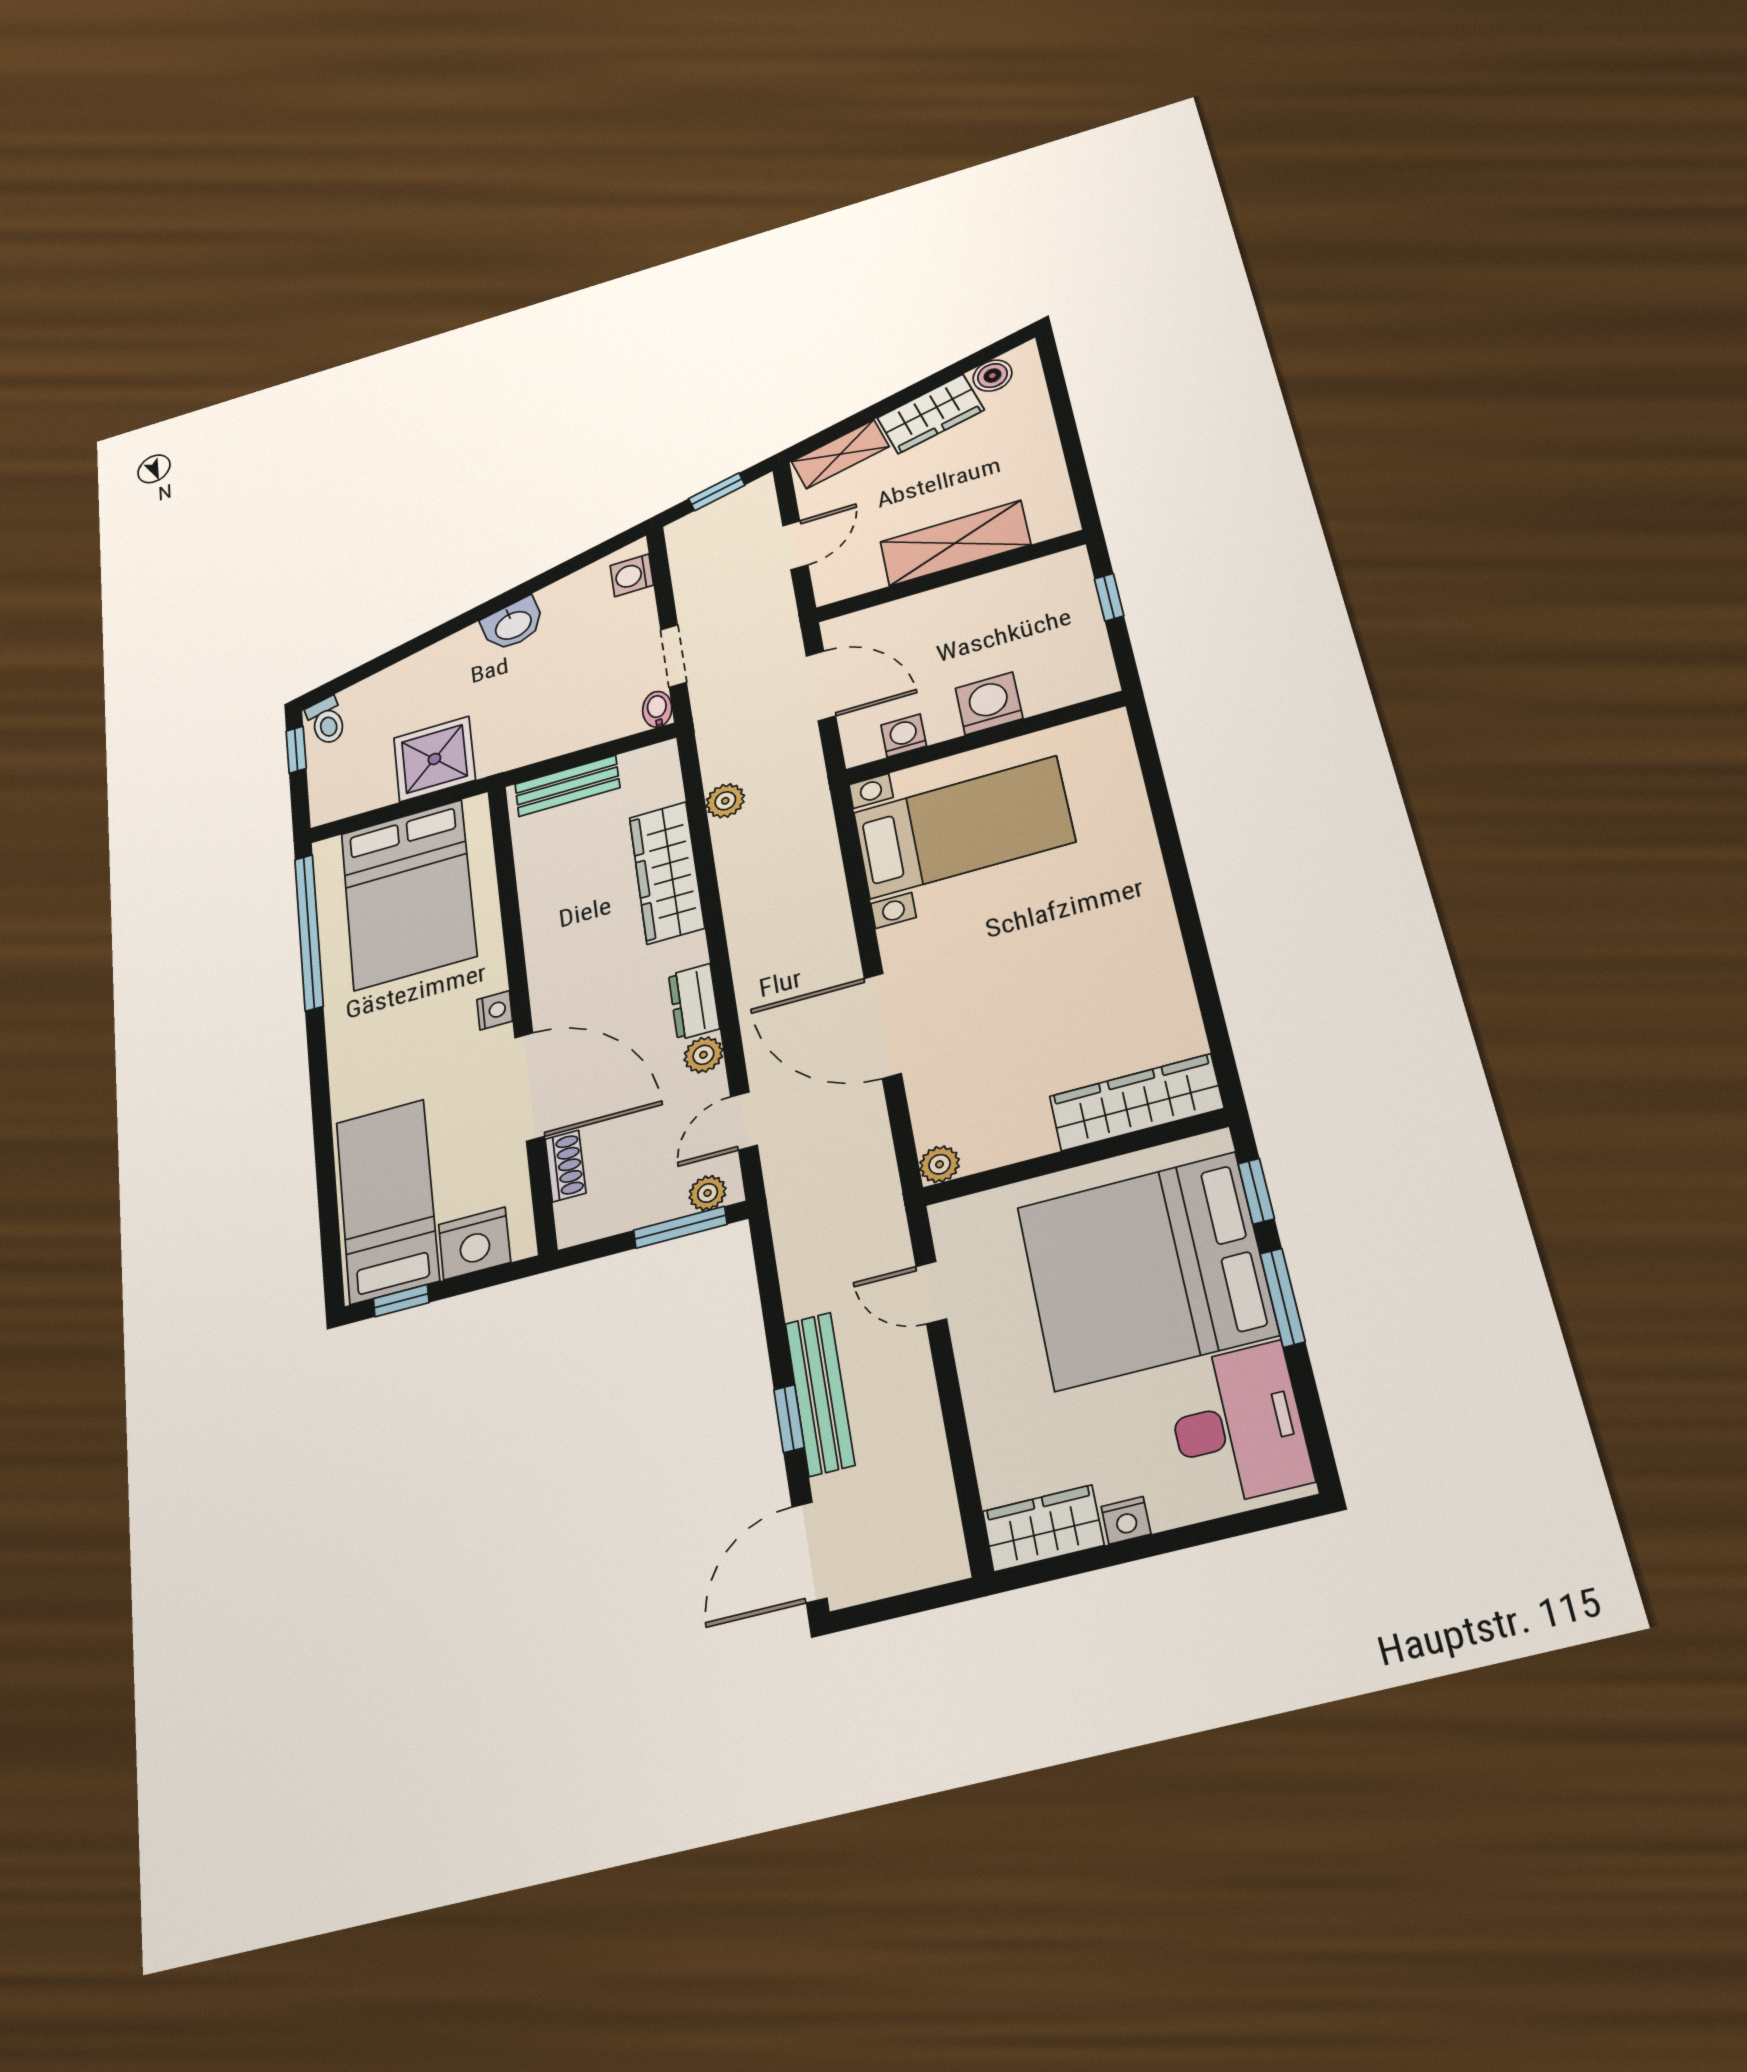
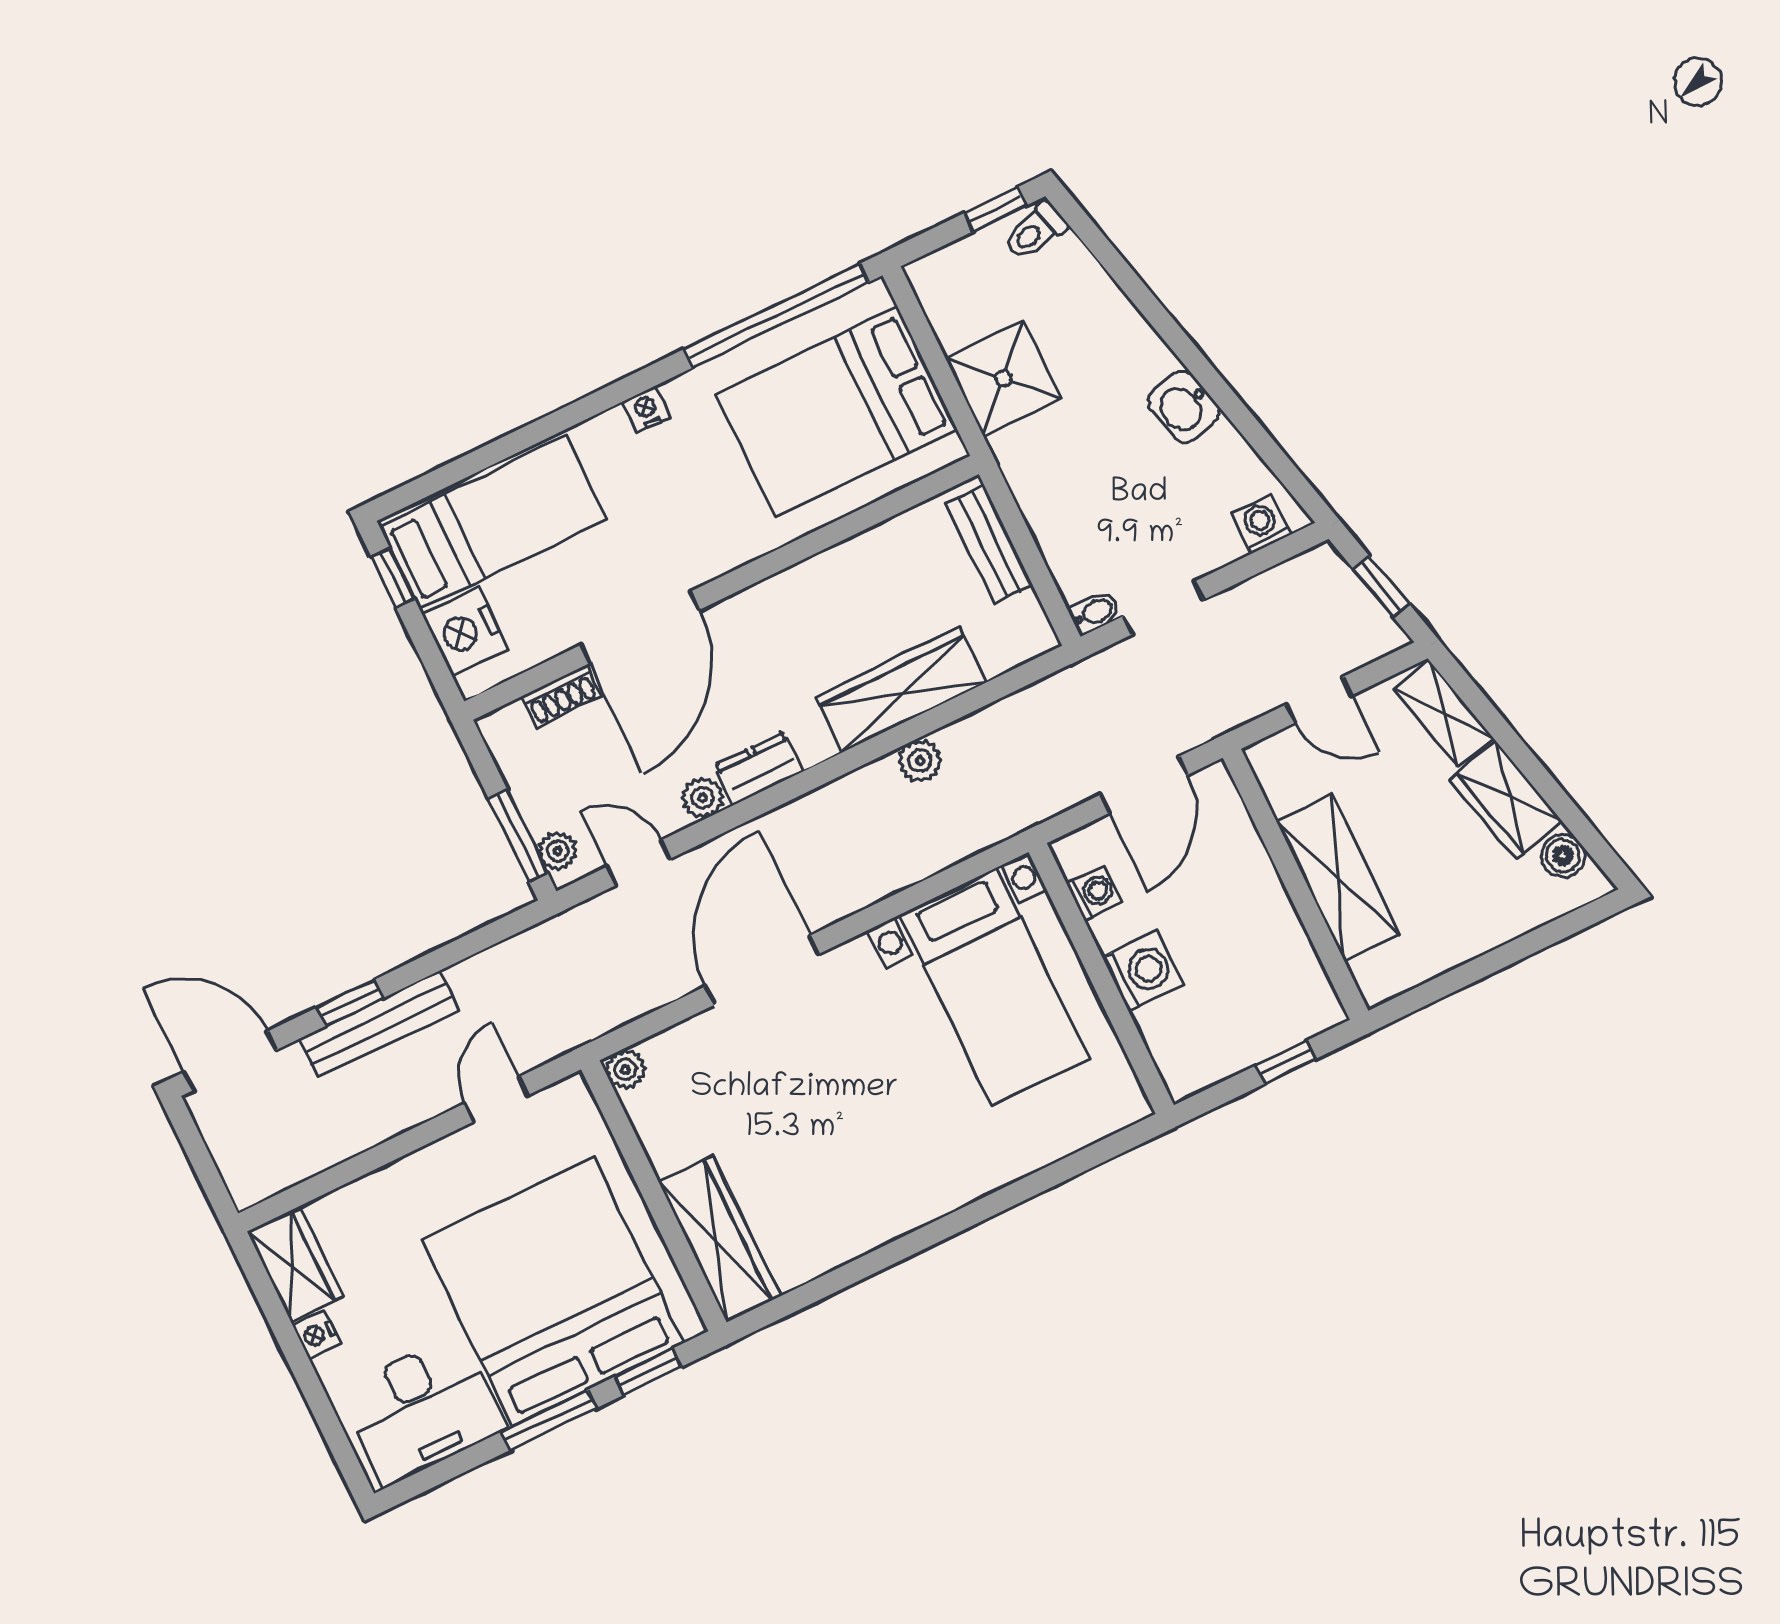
plant: (725, 801) -> (920, 761), moved
nightstand: (495, 1010) -> (646, 410), moved, turned 180

